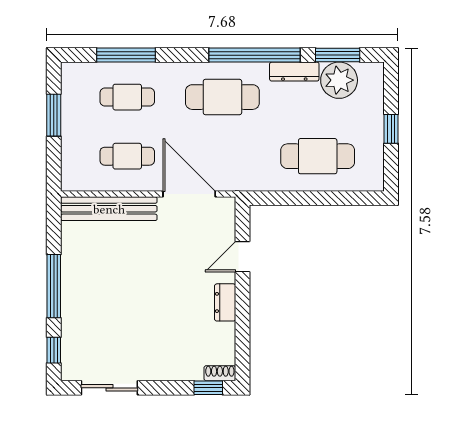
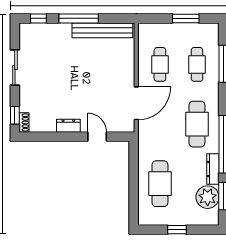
bench: (109, 209) -> (102, 30), moved, turned 90
sliding door: (109, 388) -> (15, 68), moved

